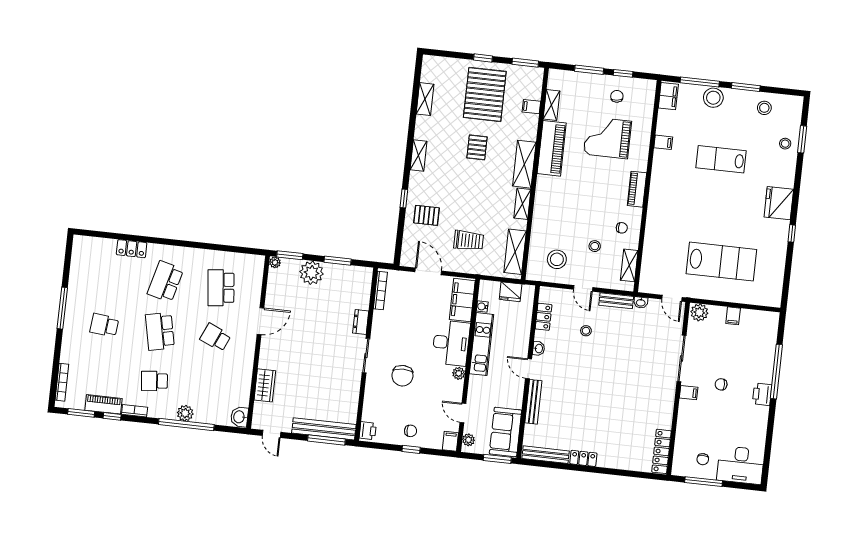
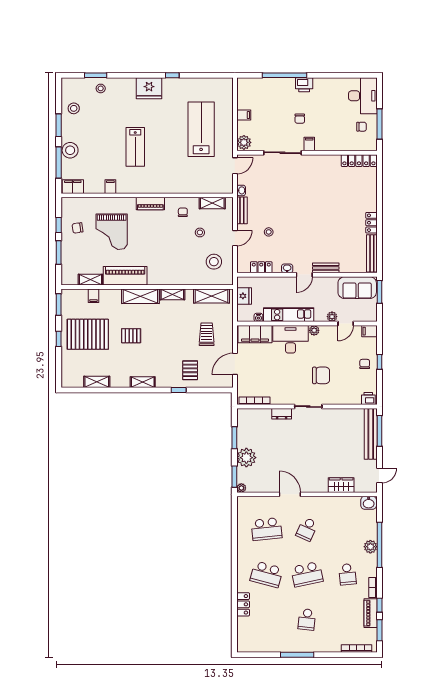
lab bench: (721, 159) -> (135, 147), moved
bench: (533, 402) -> (326, 268), width x0.73
plant: (468, 440) -> (332, 317), moved

